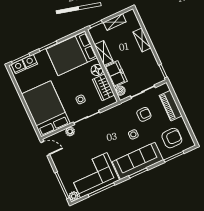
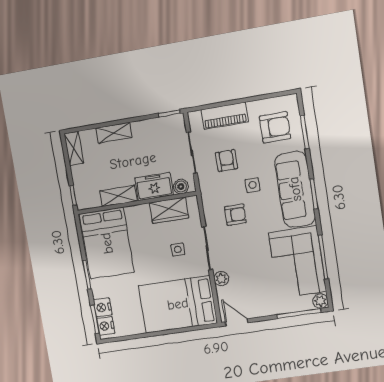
shelving: (115, 22) -> (74, 148), moved
floor lamp: (97, 70) -> (141, 213), removed
armchair: (112, 129) -> (235, 215), added
armchair: (172, 138) -> (275, 127), turned 90
door: (45, 149) -> (237, 322), hinge flipped

